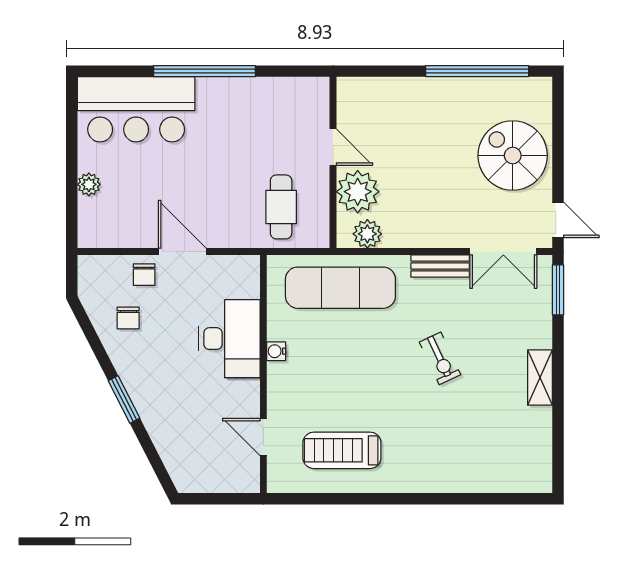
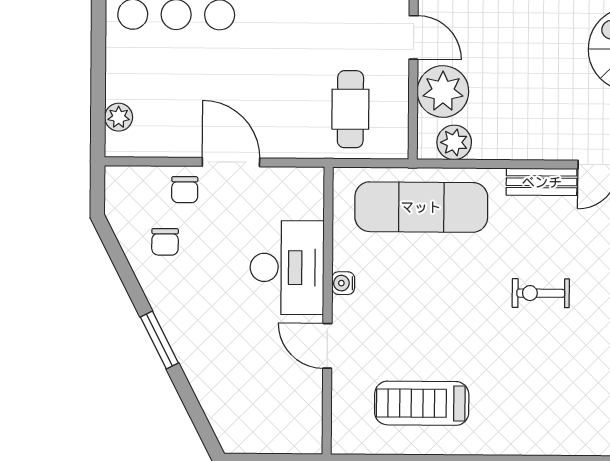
plant: (89, 184) -> (119, 117), moved
exercise bike: (440, 358) -> (541, 293), turned 115
door: (263, 437) -> (327, 346), moved

